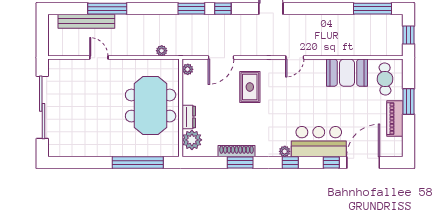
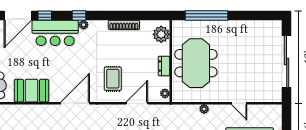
plant: (162, 51) -> (204, 109), moved
door: (295, 58) -> (75, 103), width x1.88
dresser: (189, 117) -> (164, 66), moved
window: (240, 162) -> (121, 15), removed

